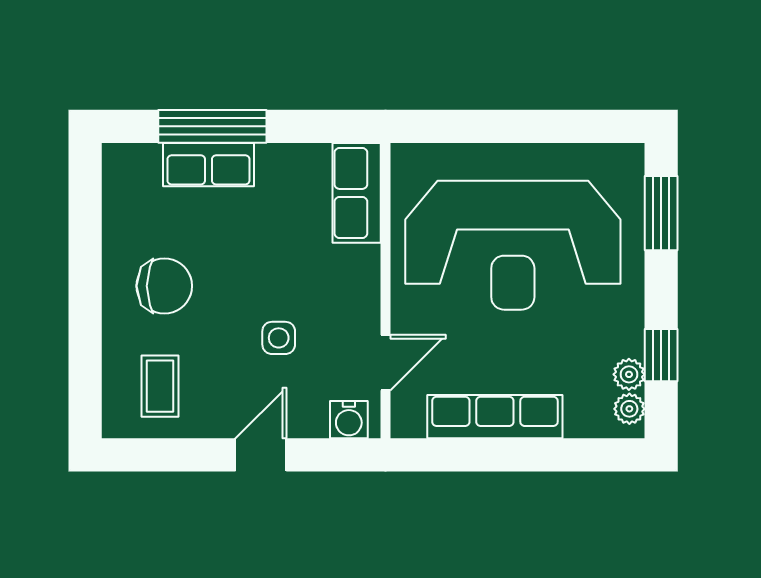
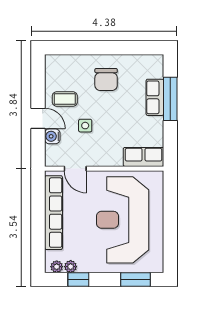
coffee table: (160, 386) -> (65, 99), moved
row of seats: (495, 417) -> (54, 213), width x1.36
water cooler: (349, 420) -> (52, 136), moved

